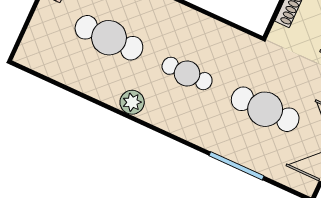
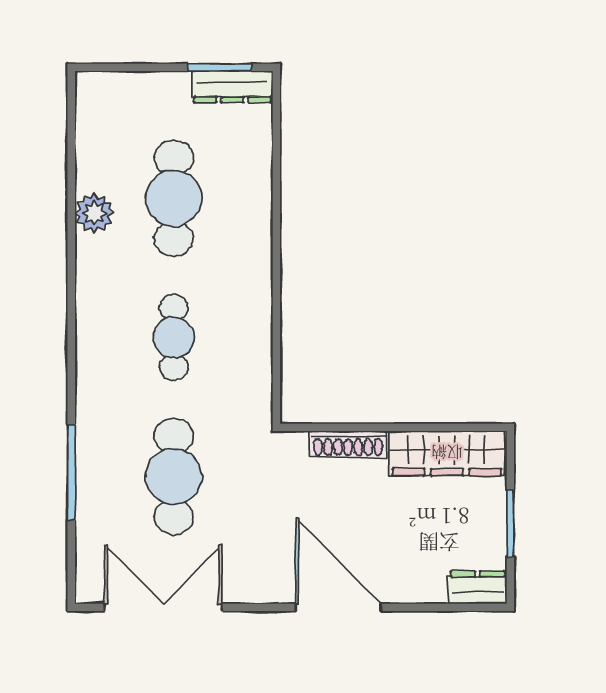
plant: (132, 102) -> (94, 213), moved

